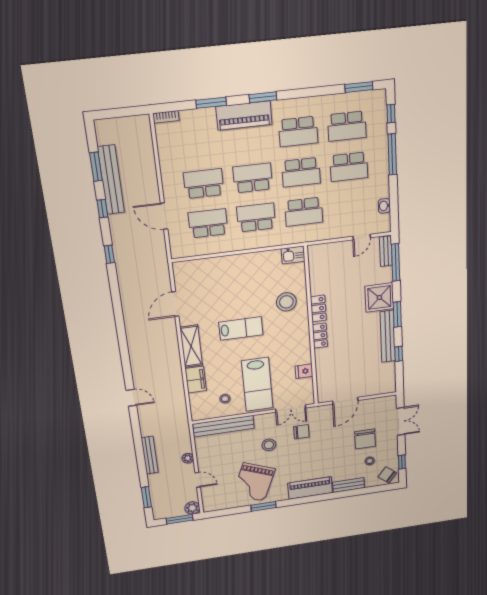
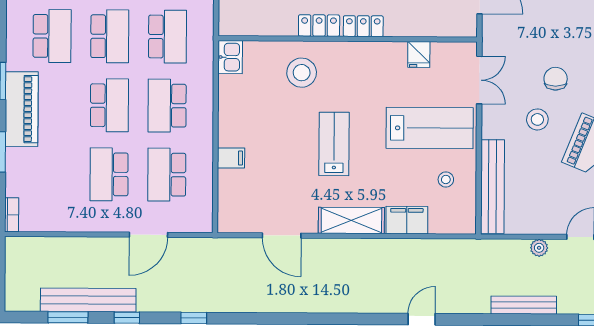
school desk: (253, 178) -> (109, 105), turned 180
filing cabinet: (224, 264) -> (231, 158), added
chair: (301, 432) -> (556, 79), moved

